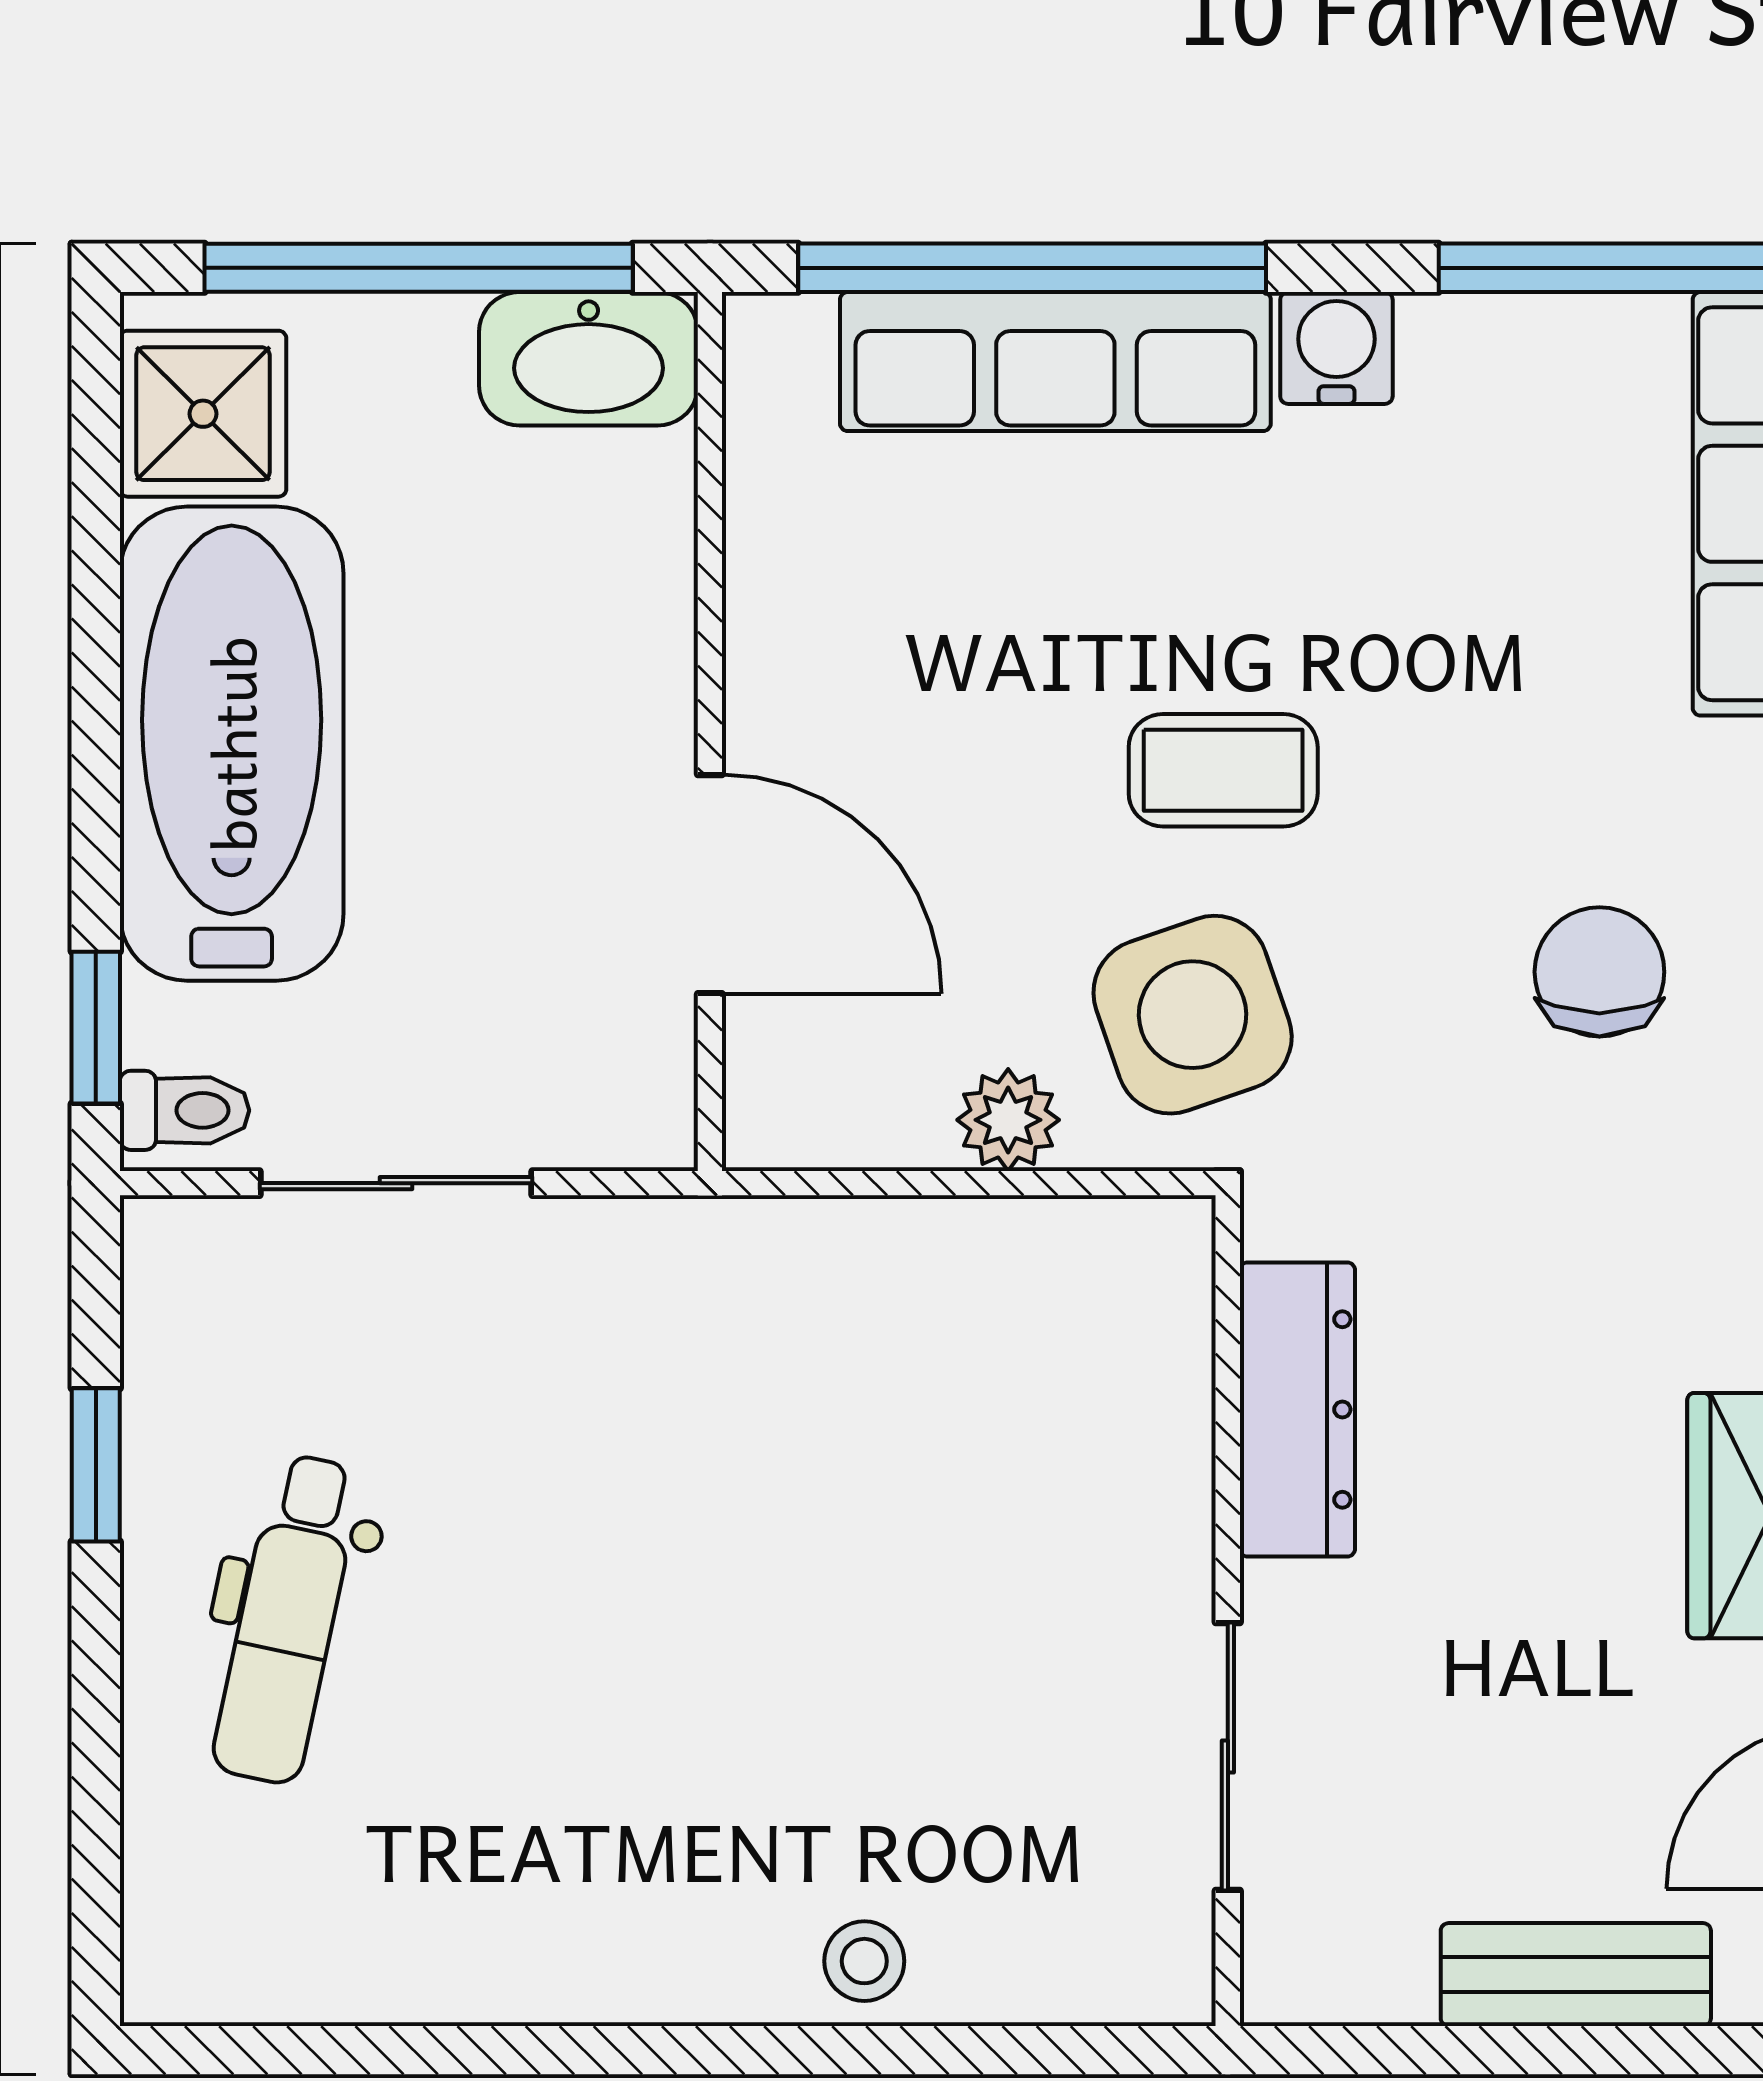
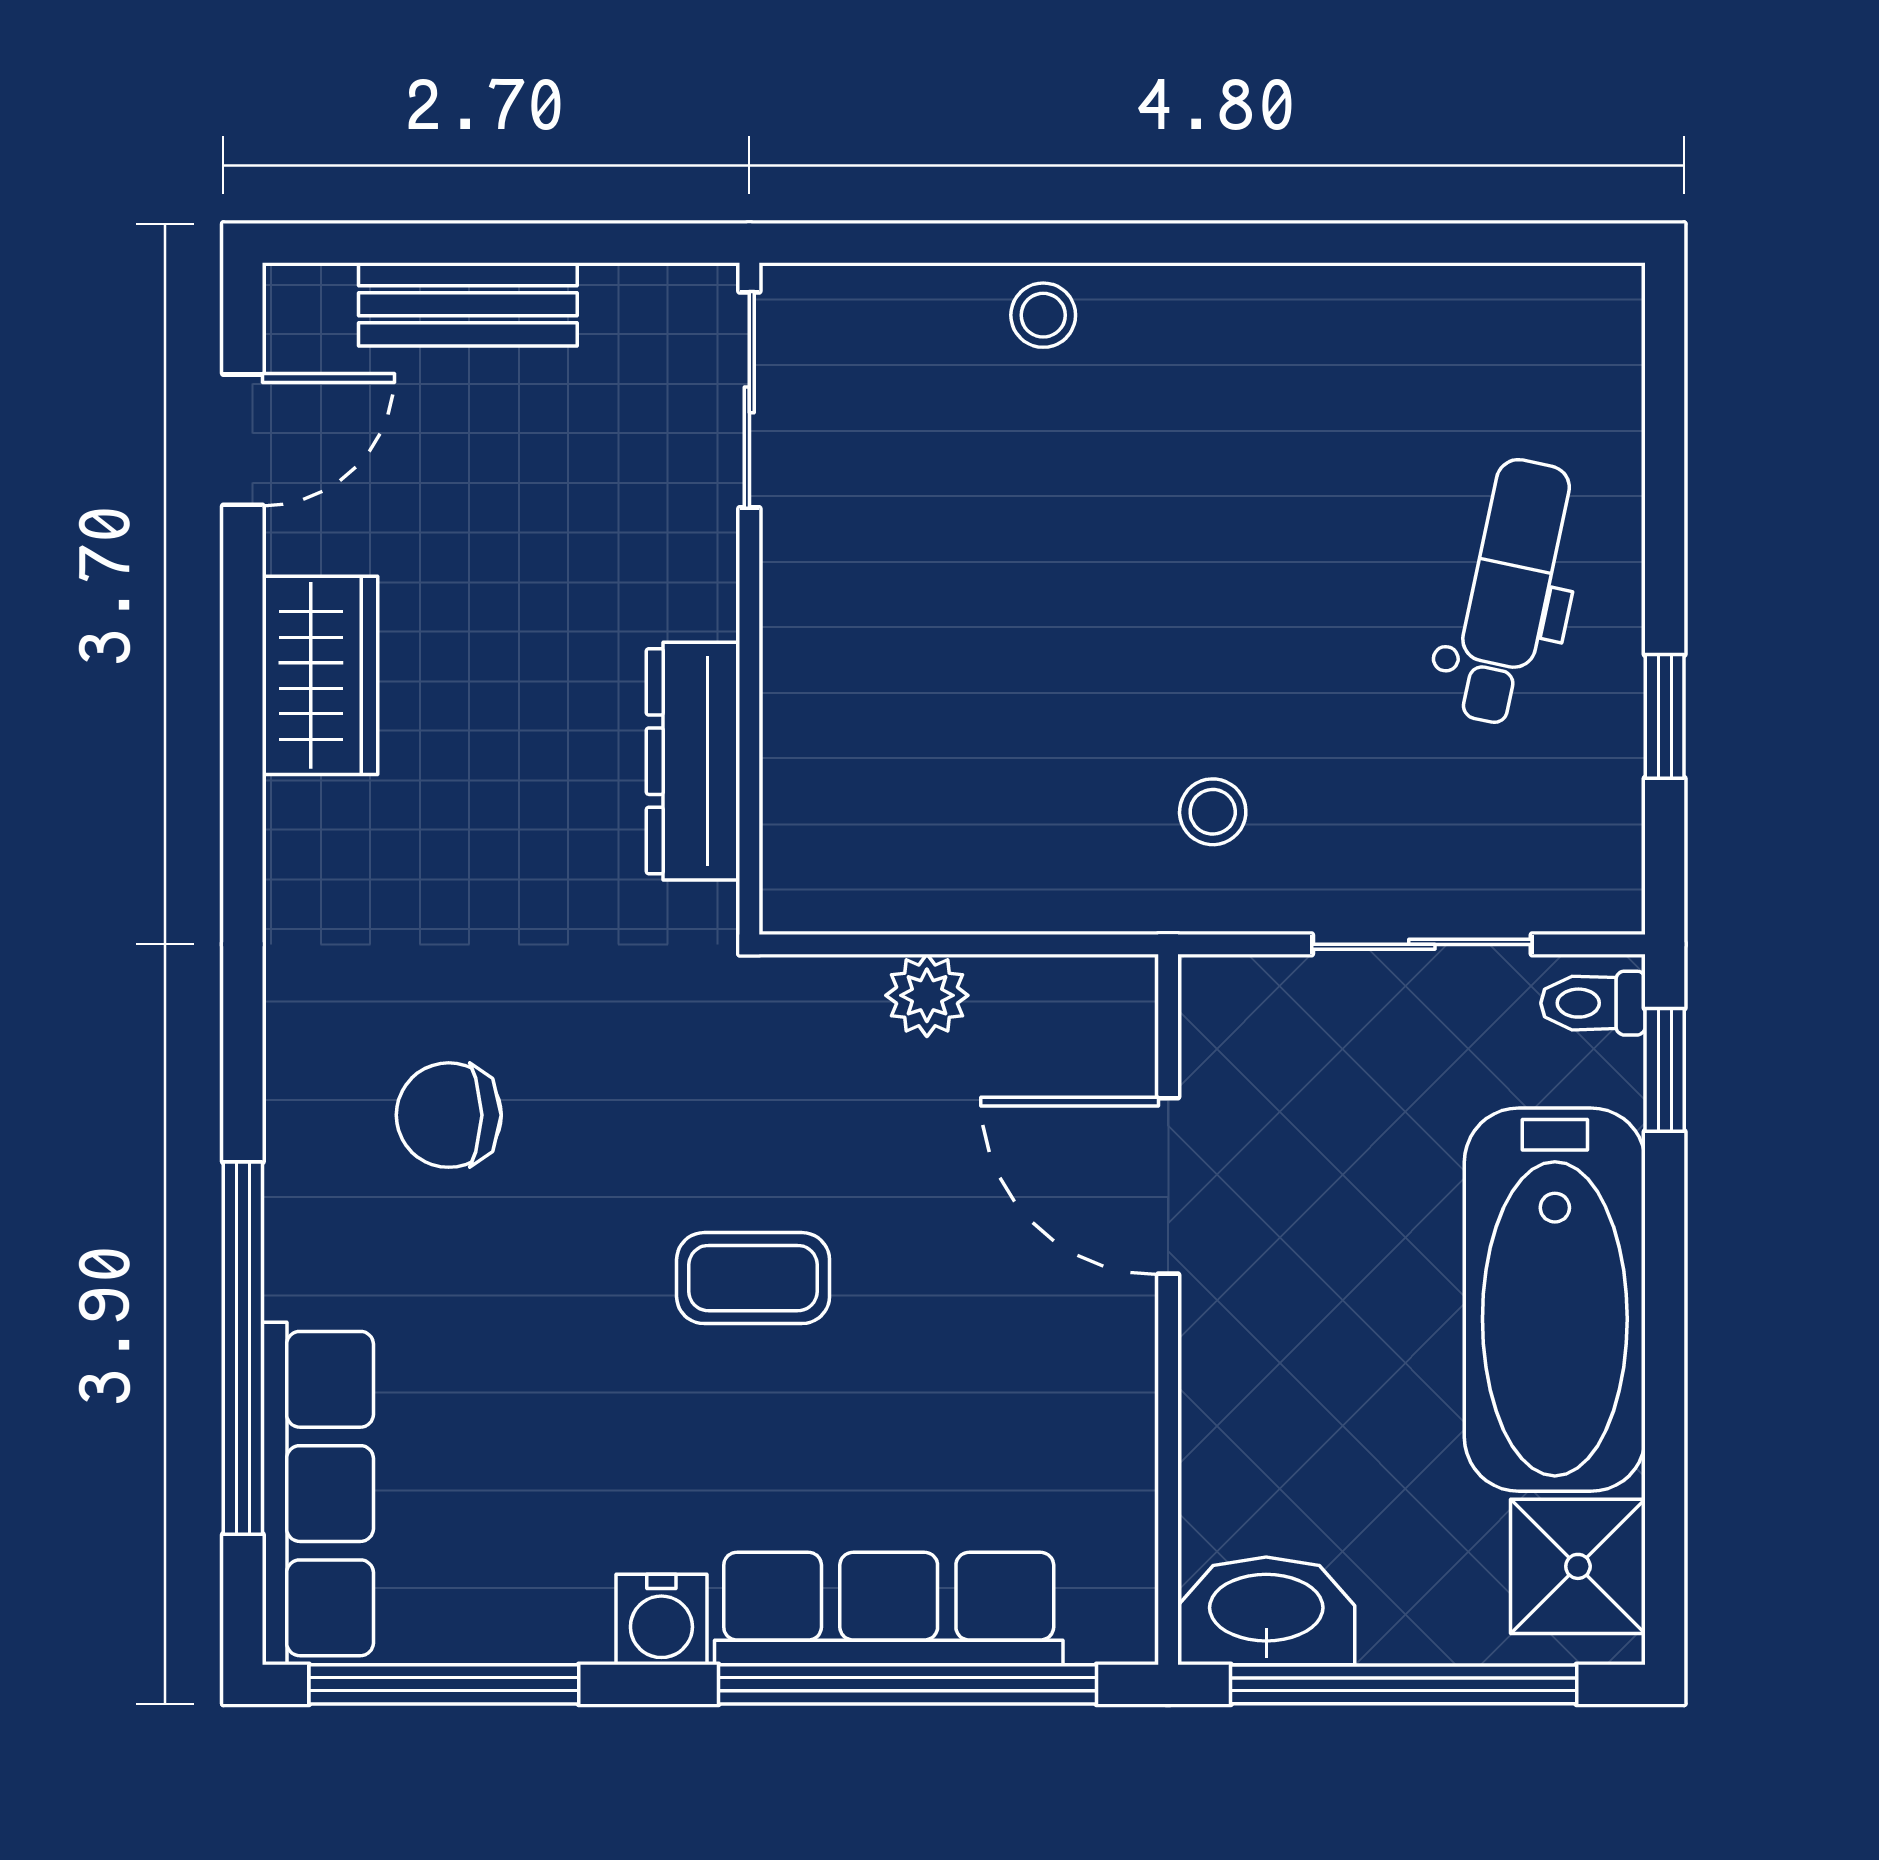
chair: (1599, 972) -> (449, 1115), turned 90
side table: (1193, 1015) -> (778, 1080), removed
stool: (655, 1347) -> (1213, 812), added
sliding door: (1228, 1756) -> (749, 400), moved

